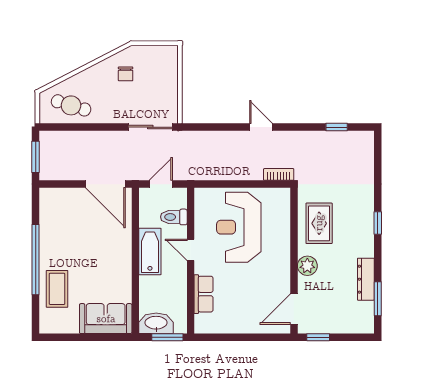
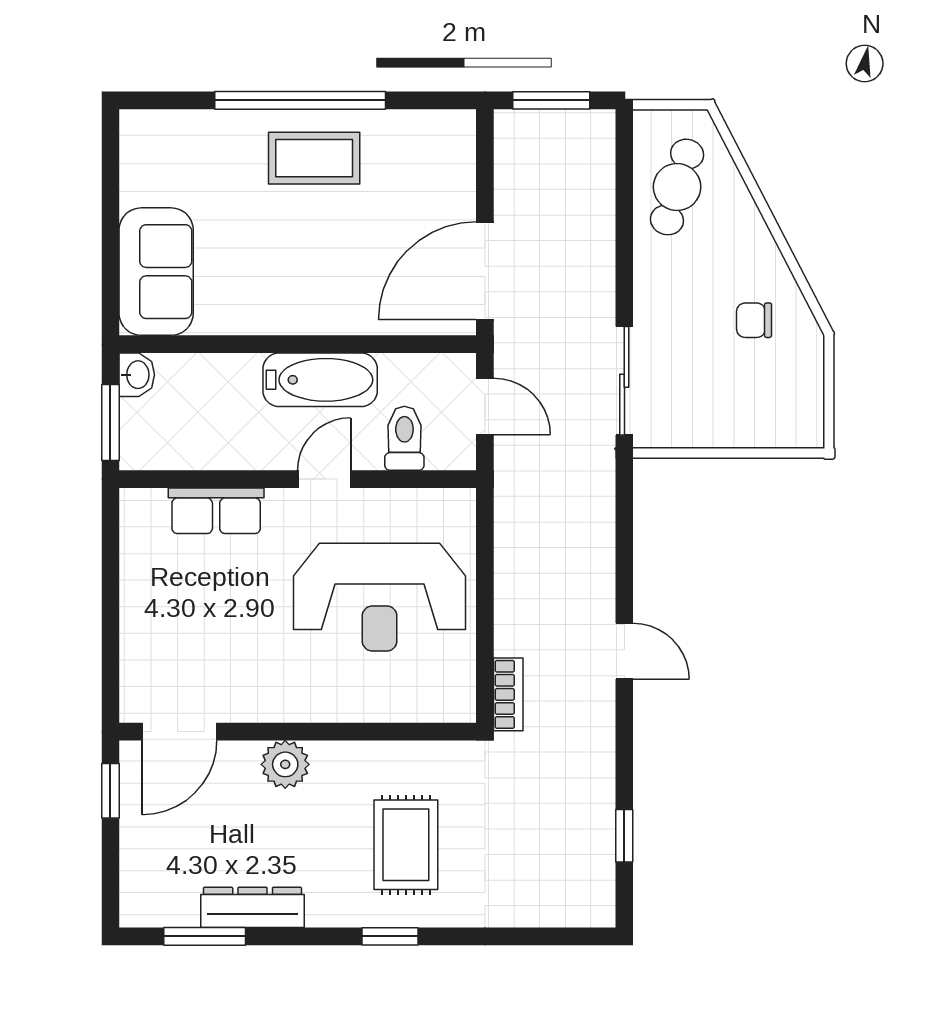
door: (261, 127) -> (624, 651), hinge flipped
rug: (319, 223) -> (406, 845), moved, turned 90
reception desk: (239, 227) -> (380, 597), turned 180
coffee table: (57, 289) -> (314, 158), moved
door: (294, 309) -> (179, 732), swing flipped
washbasin: (156, 323) -> (137, 375), width x0.52, depth x0.69

